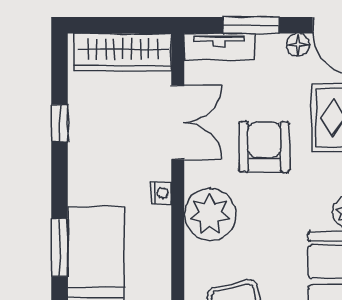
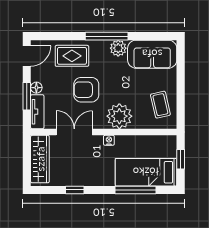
floor lamp: (298, 45) -> (36, 88), moved
window: (59, 247) -> (136, 190), width x1.44

